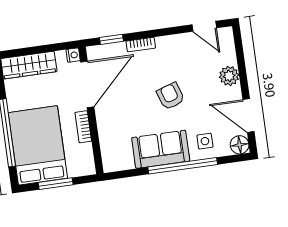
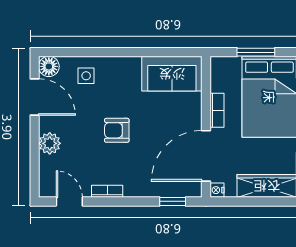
bookcase: (141, 45) -> (107, 191), moved
armchair: (171, 96) -> (117, 130), turned 108
sofa: (161, 149) -> (172, 74), moved
window: (183, 166) -> (114, 52), removed

